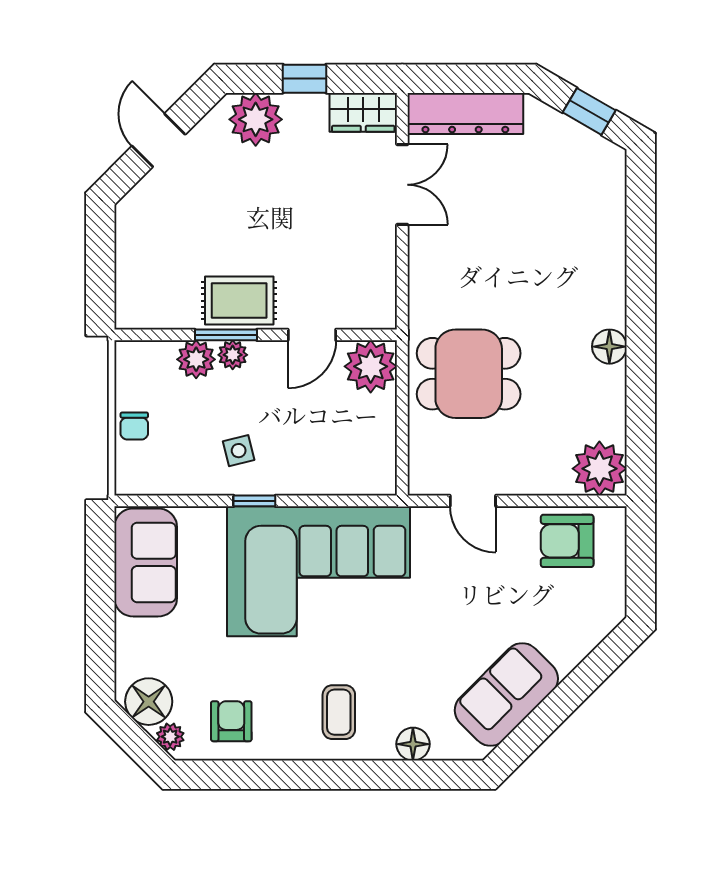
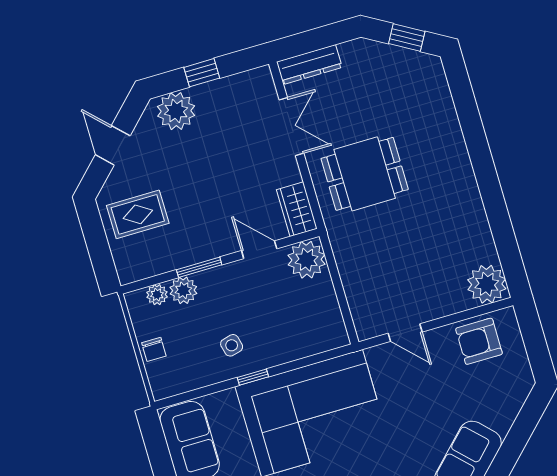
wardrobe: (363, 112) -> (297, 209), moved, turned 90
dresser: (465, 113) -> (309, 64), width x0.73, depth x0.80
rug: (239, 301) -> (138, 214), moved
door: (312, 335) -> (259, 250), swing flipped
floor lamp: (609, 347) -> (469, 197), removed
plant: (233, 355) -> (157, 295), moved
dining table: (469, 374) -> (365, 174), moved

